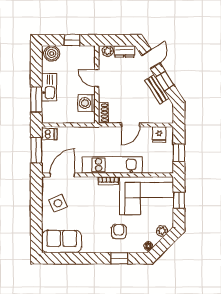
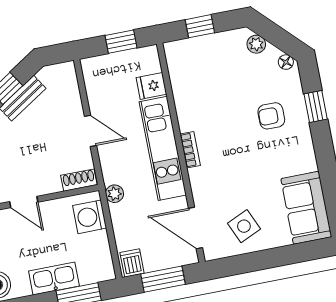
door: (97, 78) -> (24, 202), hinge flipped
washing machine: (87, 103) -> (90, 217), moved, turned 90
plant: (91, 132) -> (115, 194), added
fridge: (159, 134) -> (151, 86), moved, turned 180
corner sofa: (147, 196) -> (203, 81), removed

